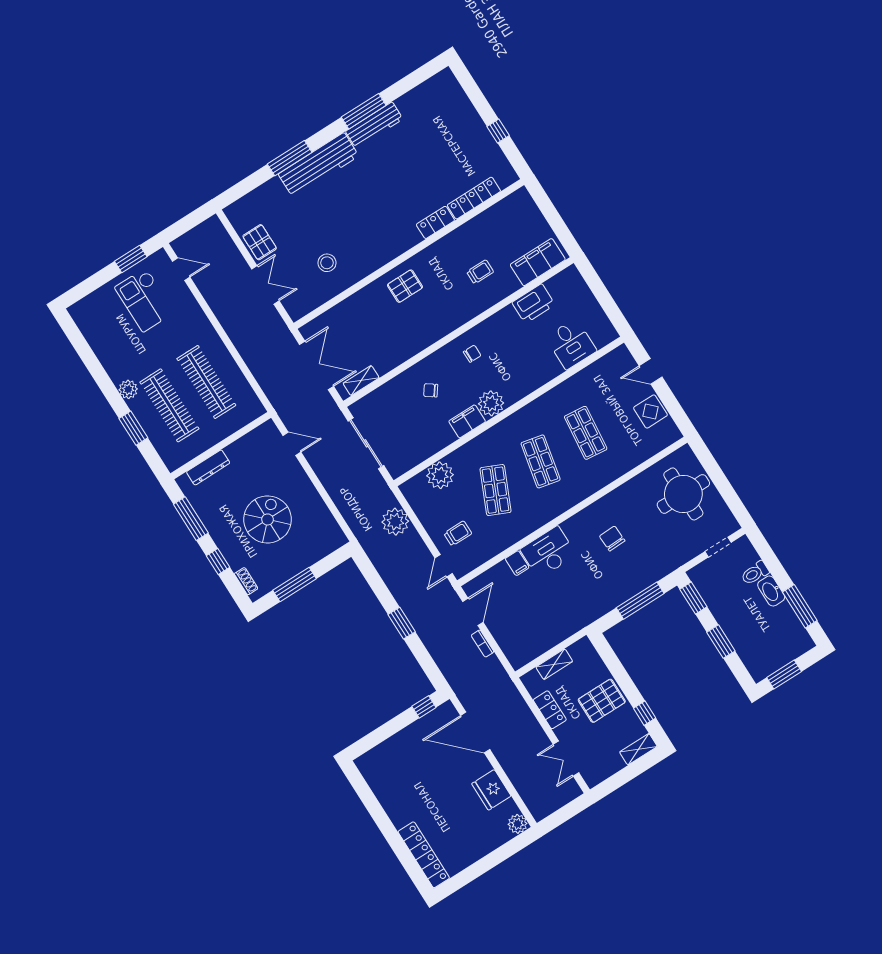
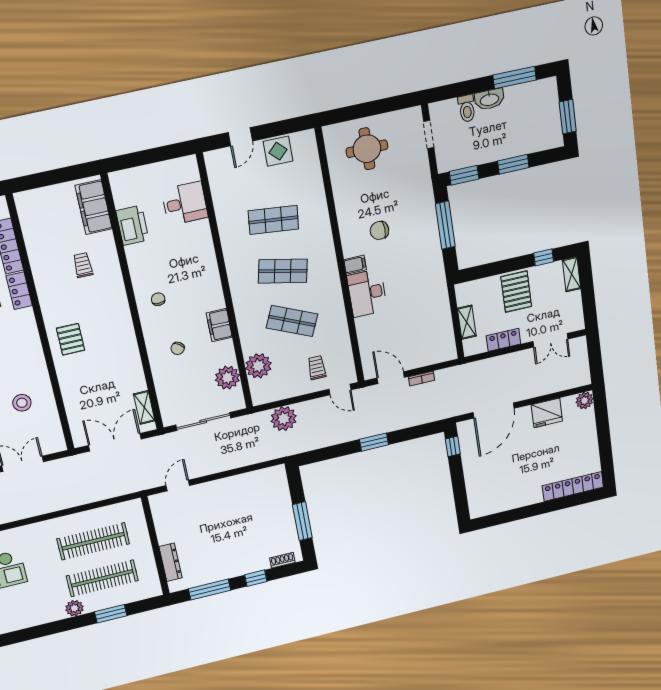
plant: (491, 403) -> (227, 378), moved
round table: (683, 494) -> (367, 149), width x0.73, depth x0.73
spiral stairs: (268, 519) -> (237, 527), removed
filing cabinet: (517, 563) -> (355, 265), moved

